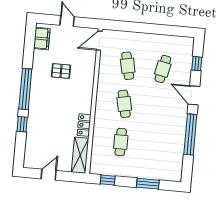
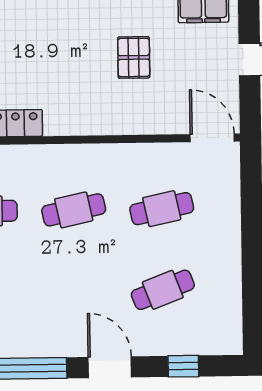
cafe table: (163, 69) -> (163, 290), turned -33
door: (194, 95) -> (110, 367), hinge flipped

